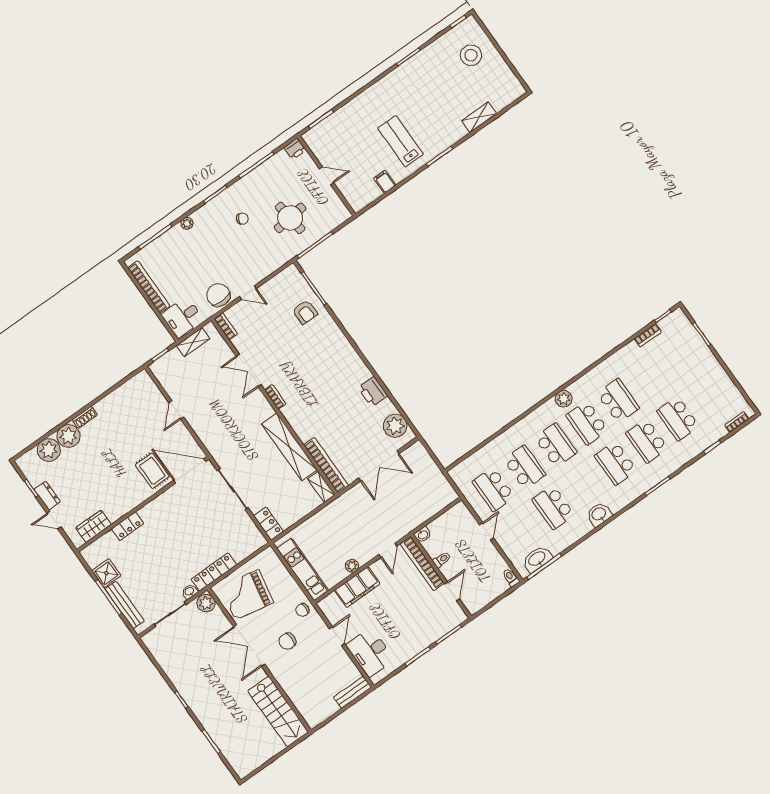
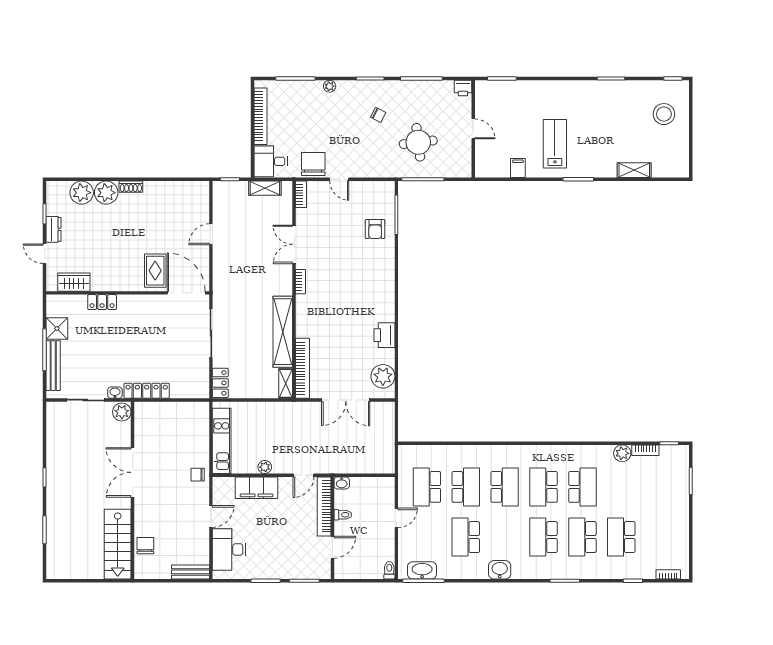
plant: (564, 399) -> (622, 453), moved
grand piano: (247, 595) -> (160, 429), removed
chair: (287, 641) -> (145, 546), moved, turned 90

